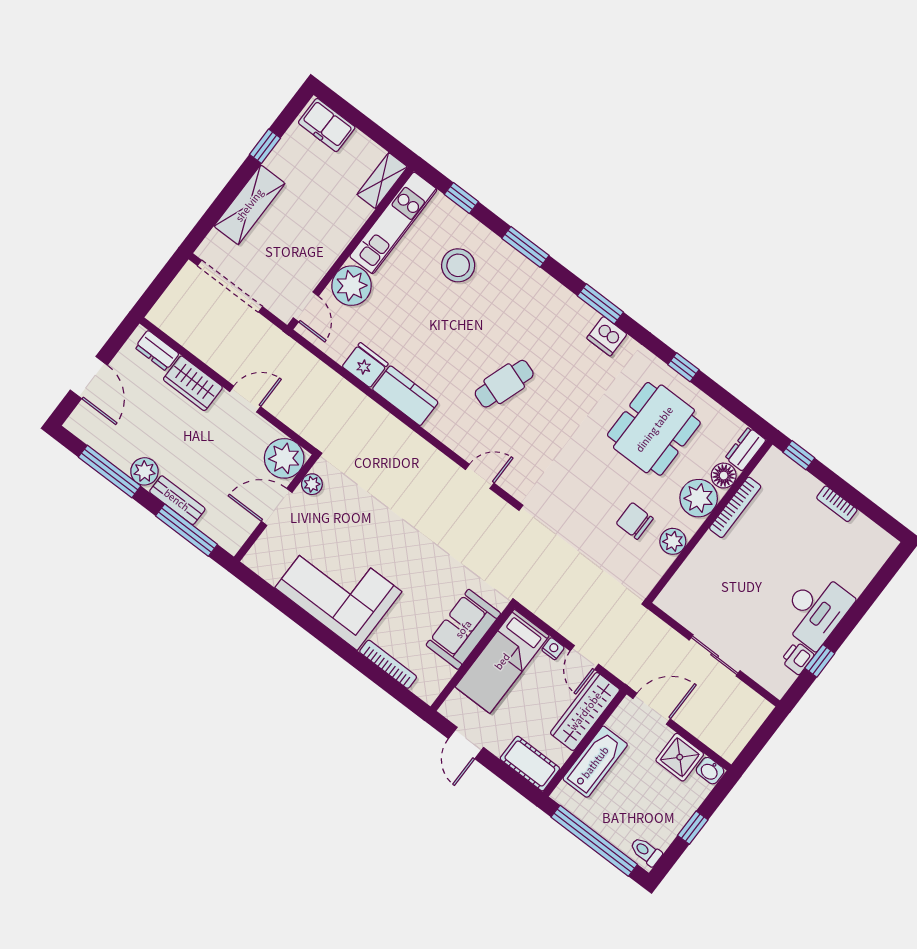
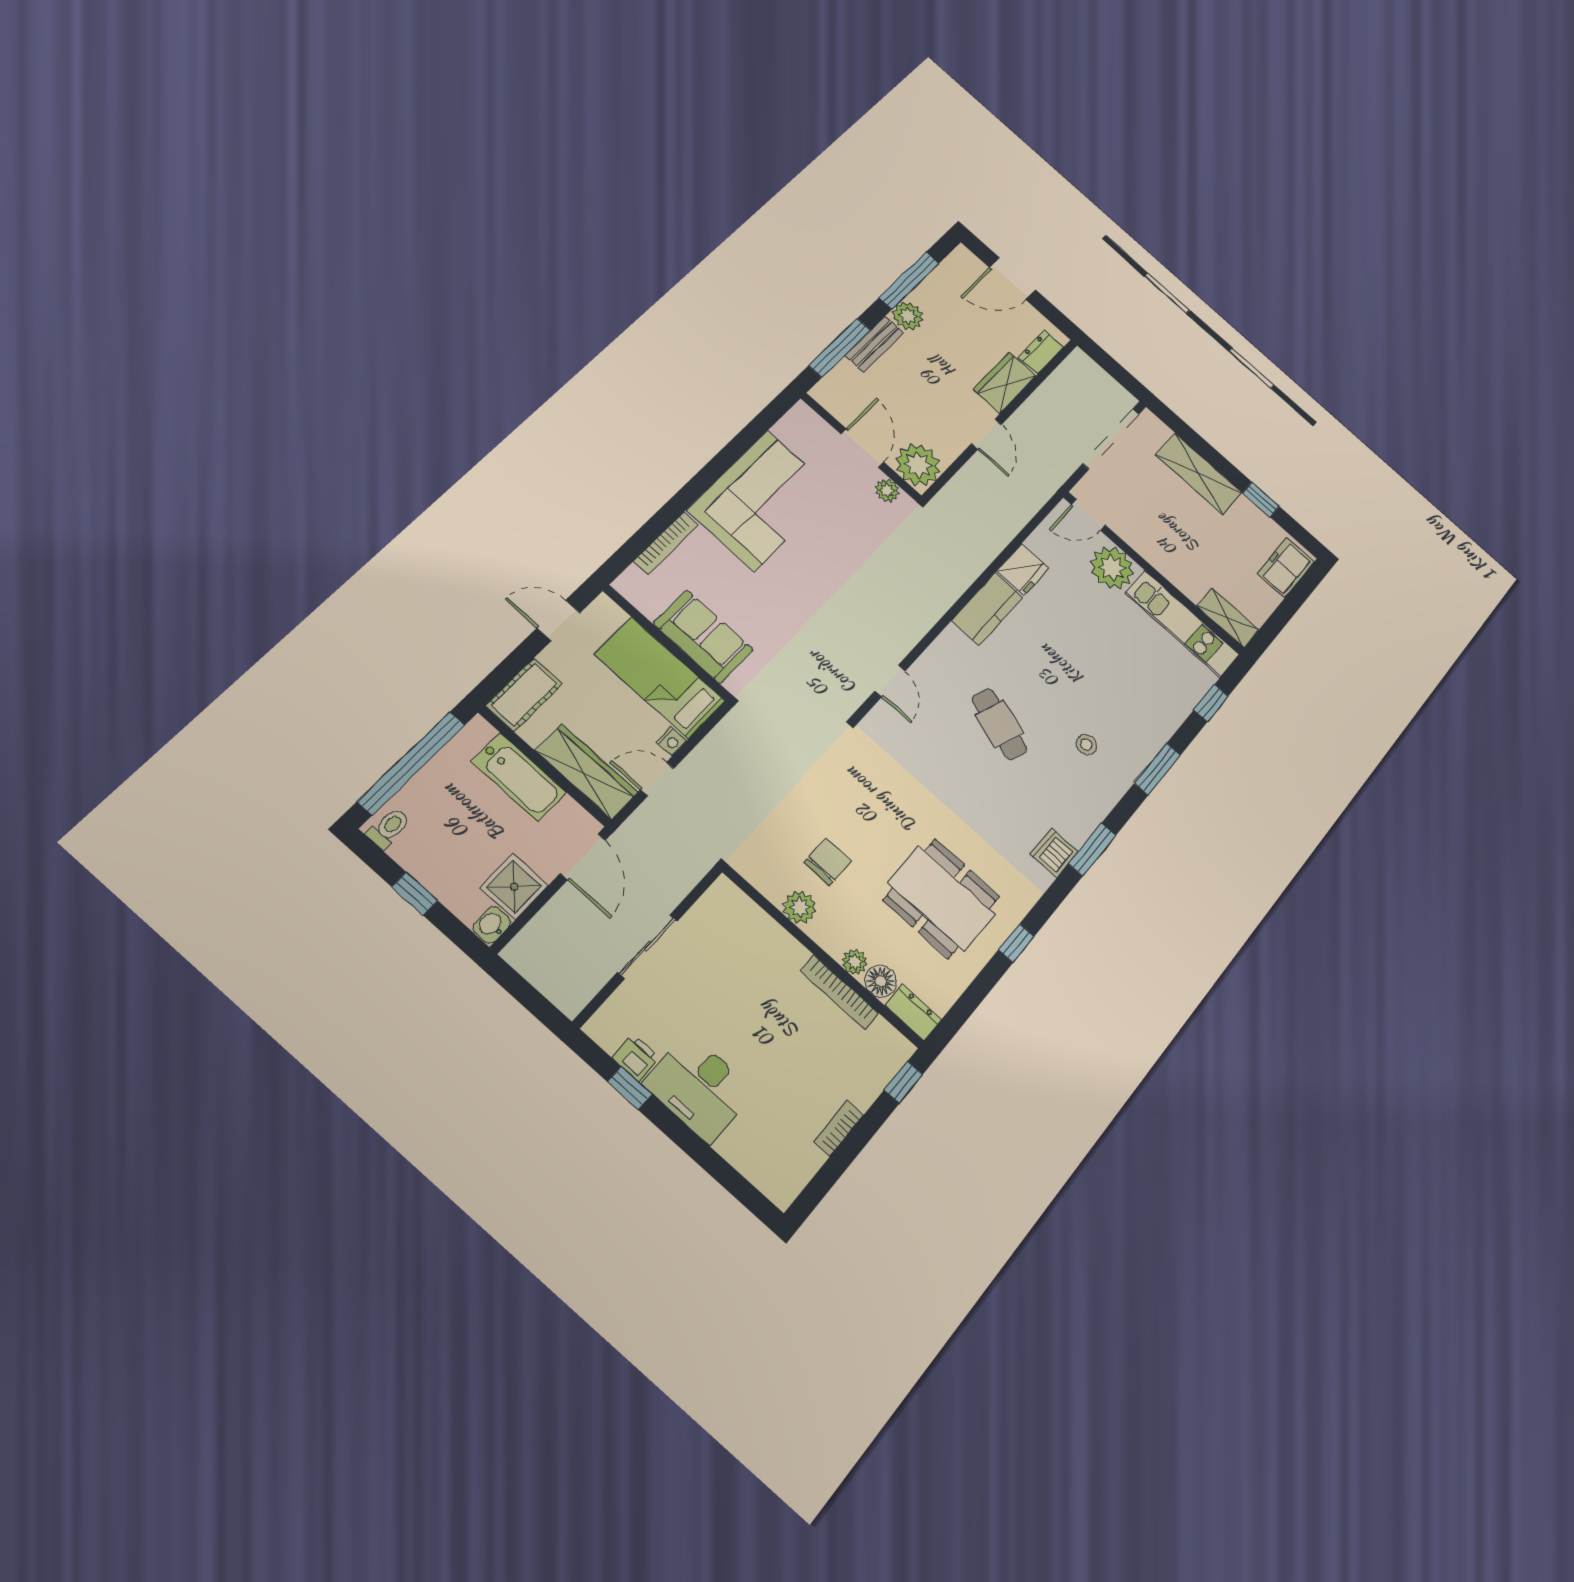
stool: (458, 265) -> (1086, 745), moved, width x0.53, depth x0.53
plant: (699, 498) -> (855, 962), width x0.53, depth x0.53

